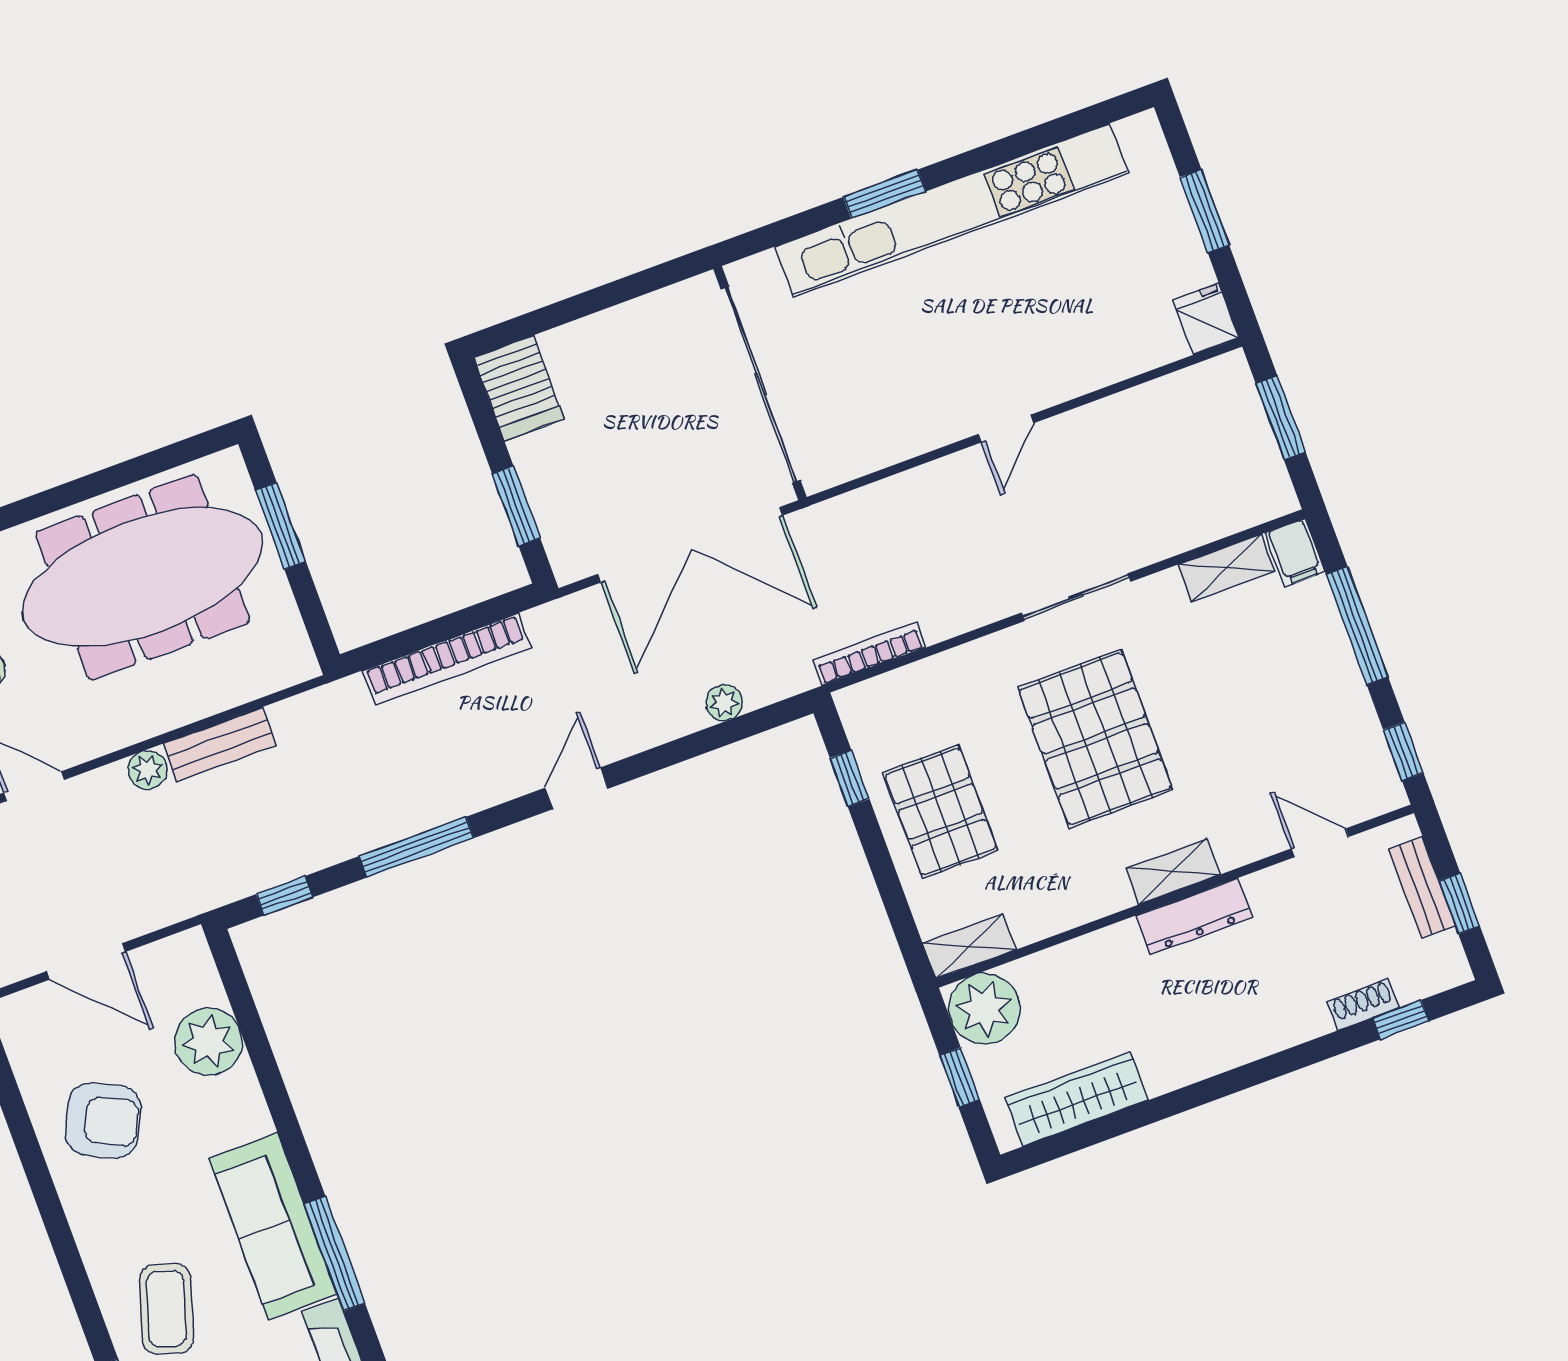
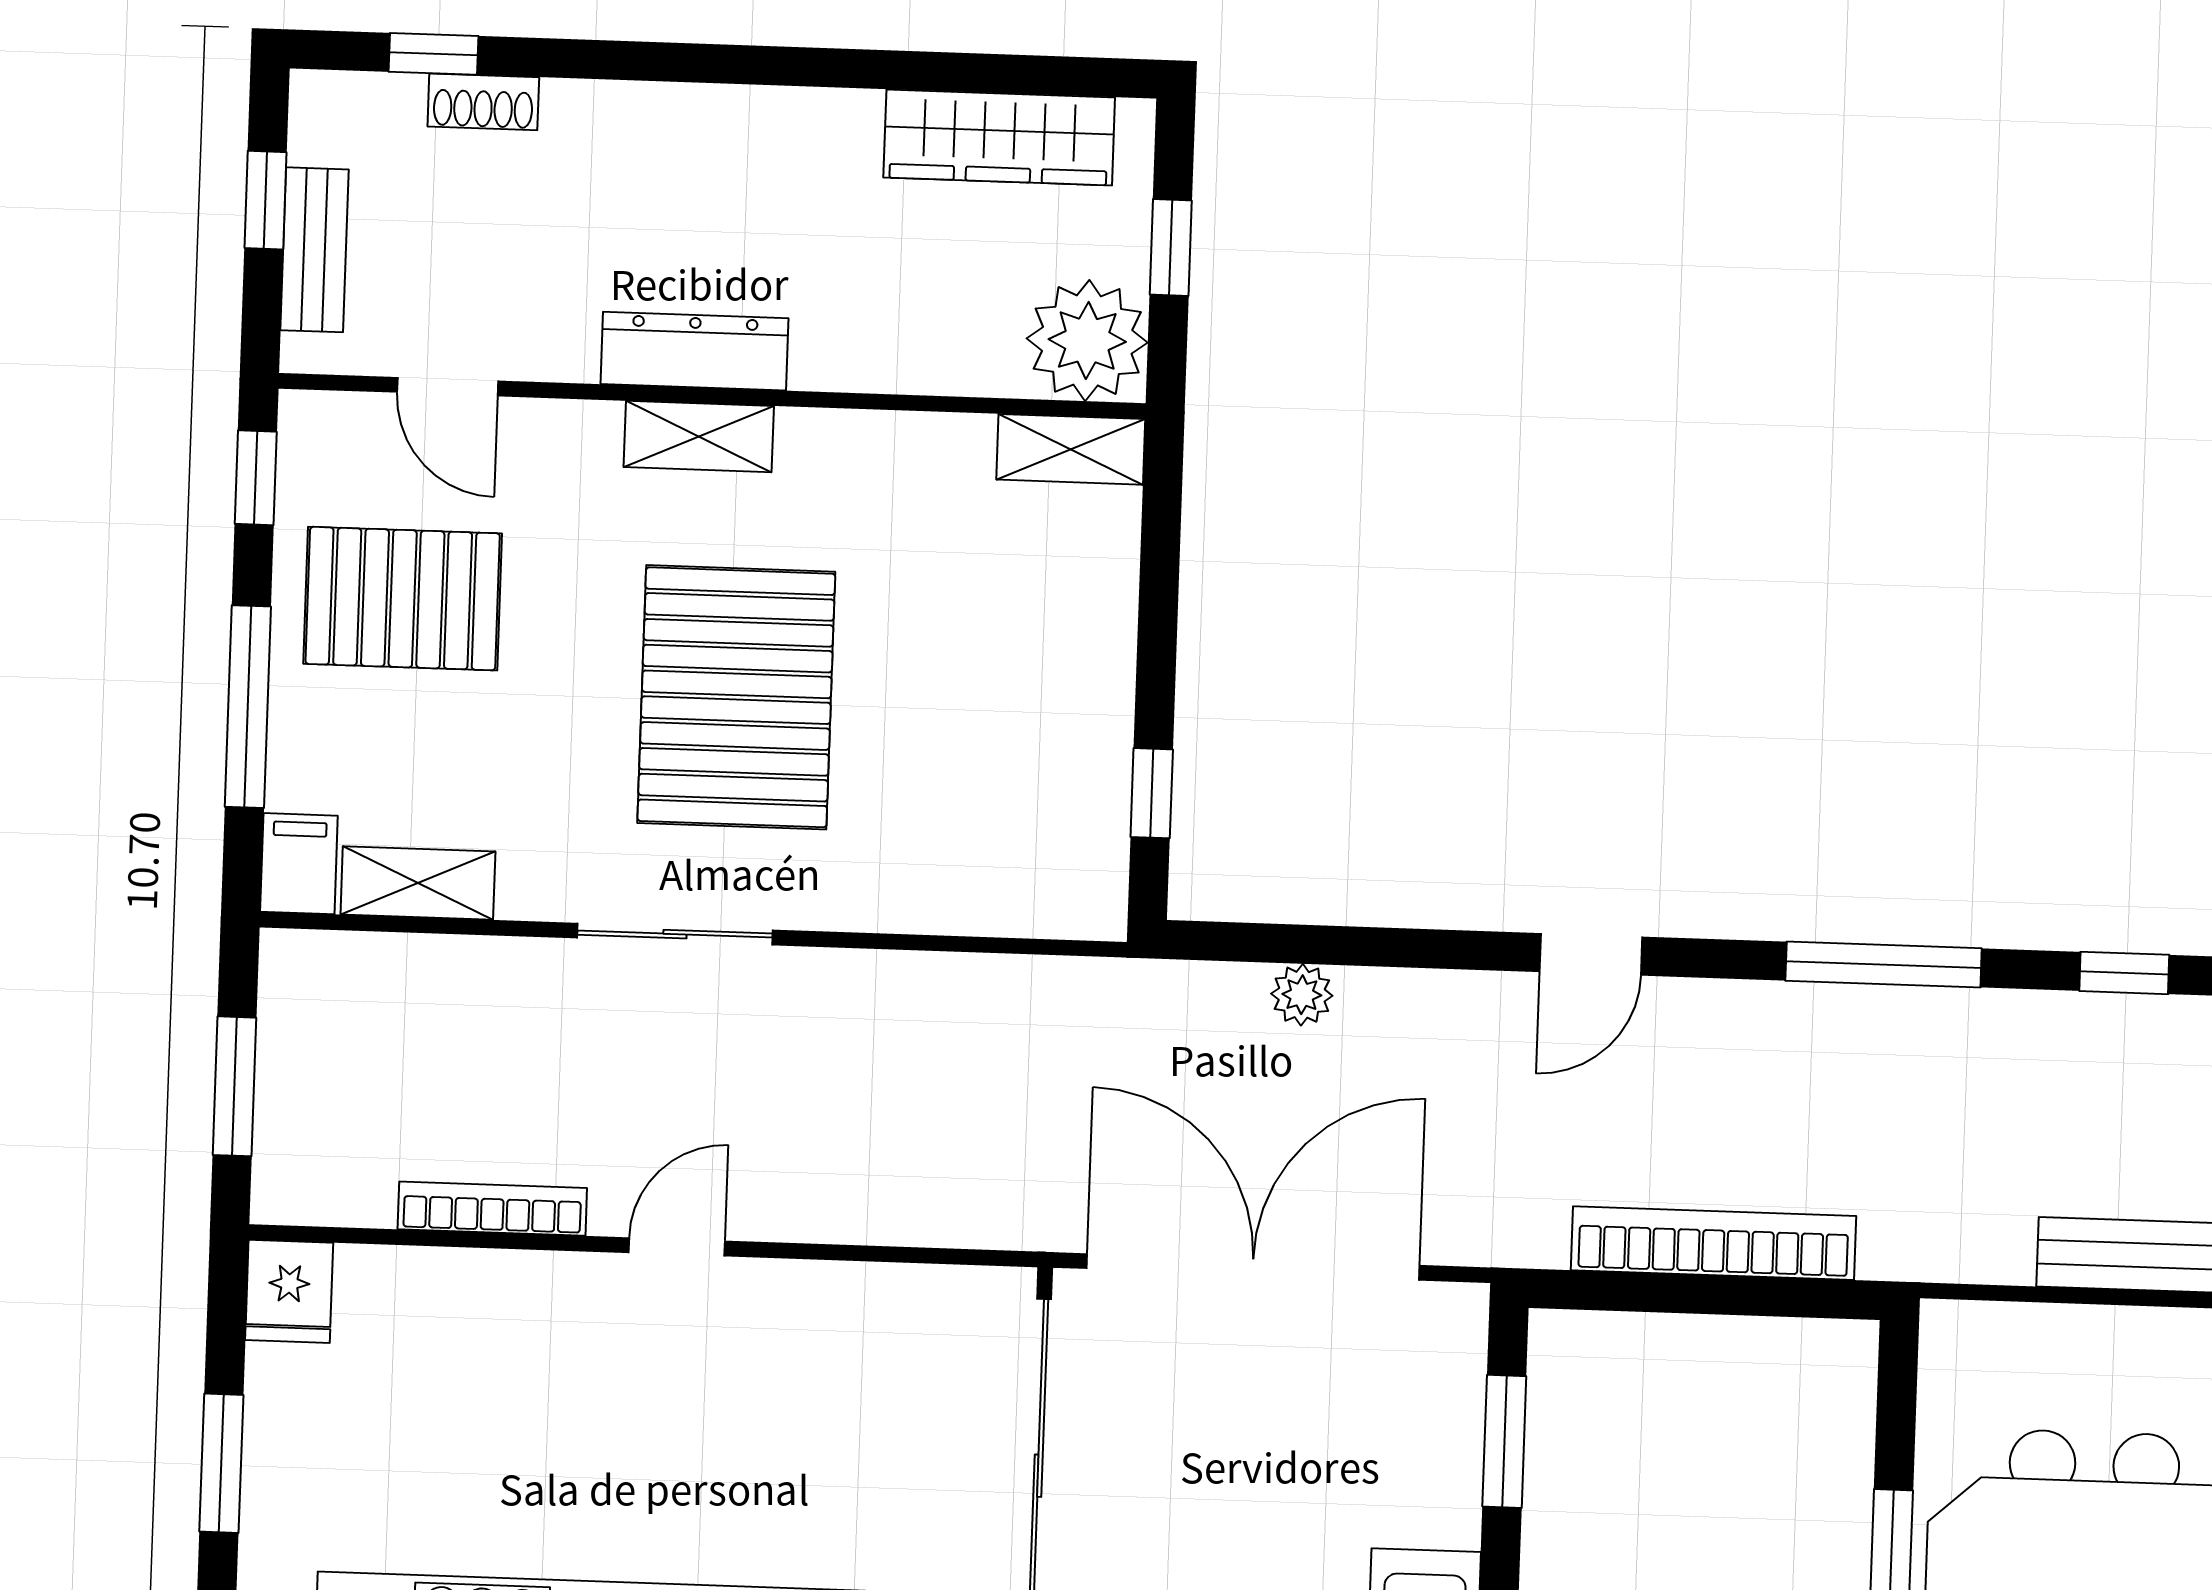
bookcase: (869, 653) -> (492, 1209), moved, turned 180
pallet: (941, 812) -> (403, 599), moved, turned 90

